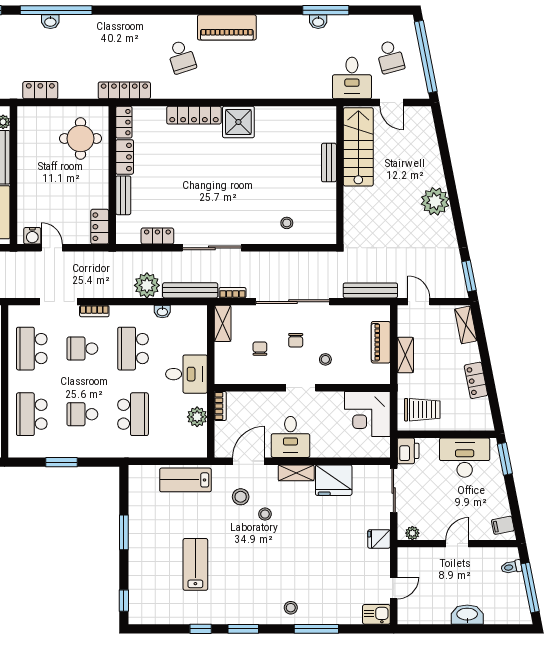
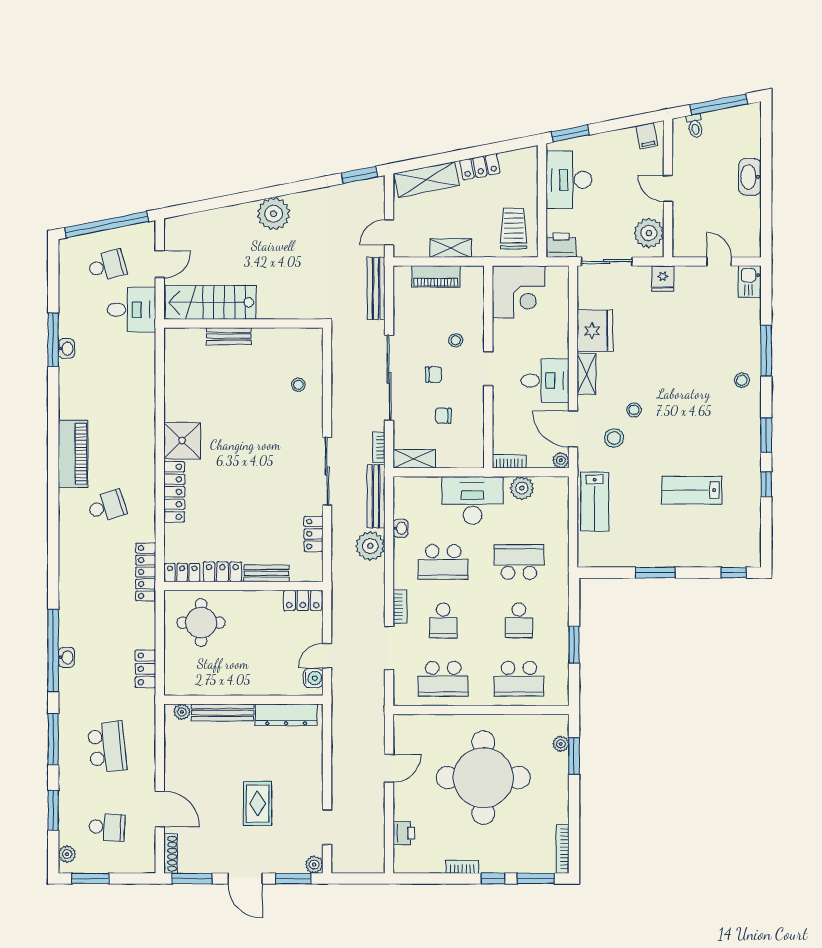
shelving: (466, 325) -> (427, 180), width x1.50, depth x1.33
desk: (186, 374) -> (473, 500), width x1.37
plant: (221, 451) -> (561, 460), added
plant: (412, 533) -> (649, 233), width x1.87, depth x1.87

